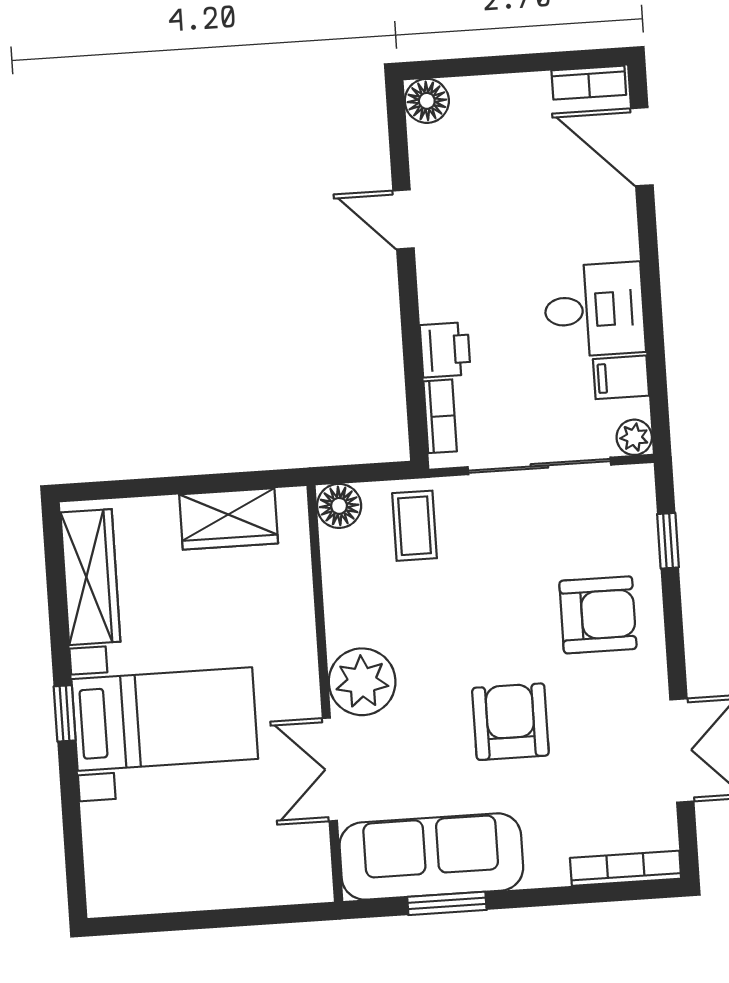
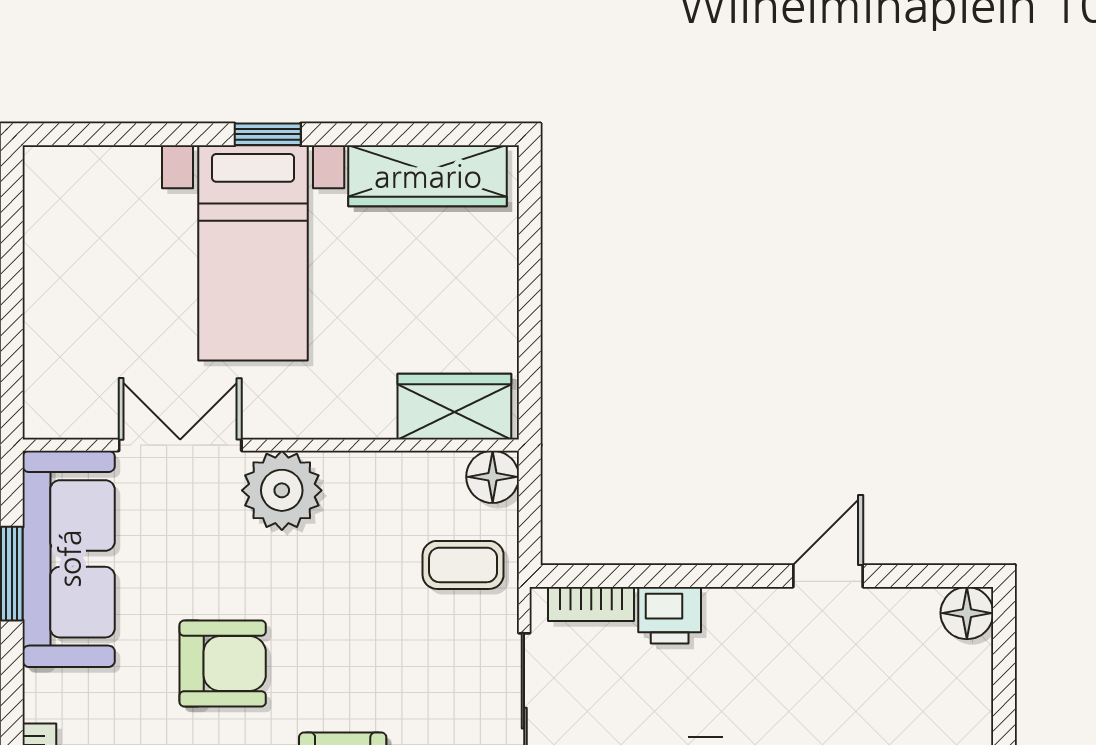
wardrobe: (229, 519) -> (454, 407), moved, turned 90

